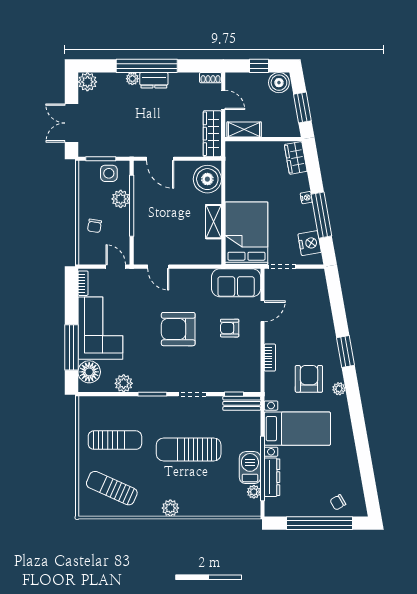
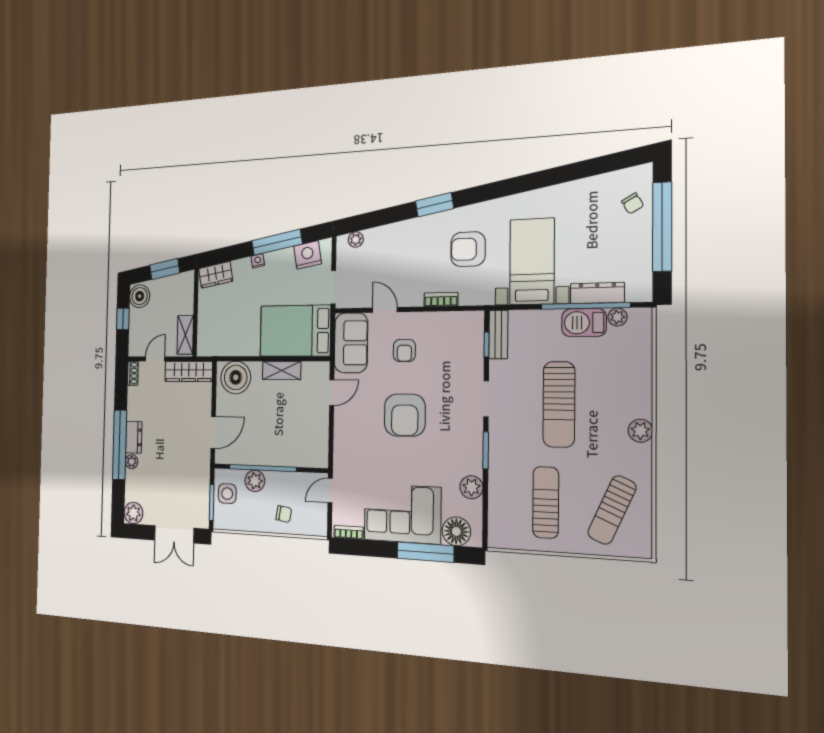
door: (158, 267) -> (332, 393), moved
plant: (339, 389) -> (356, 239), moved

